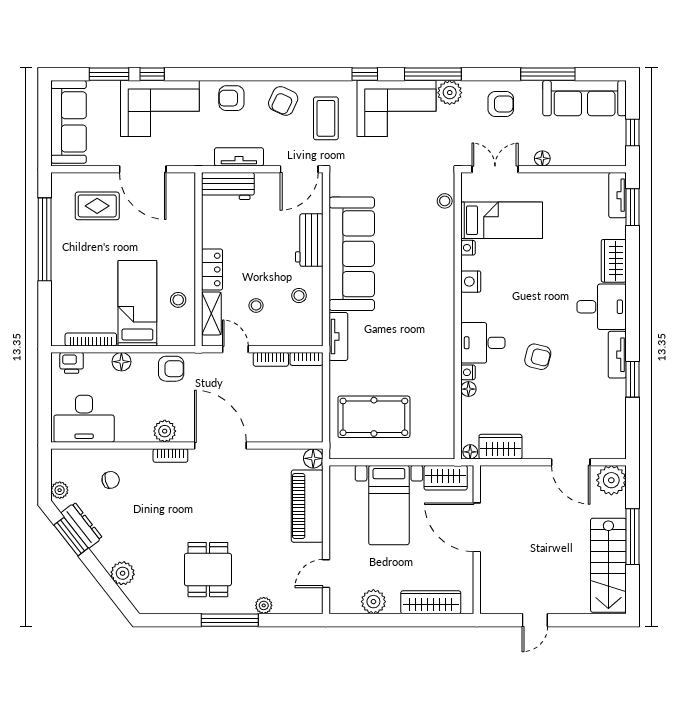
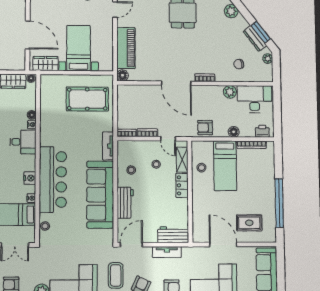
bar counter: (432, 279) -> (53, 179), added
plant: (165, 431) -> (230, 92), moved

